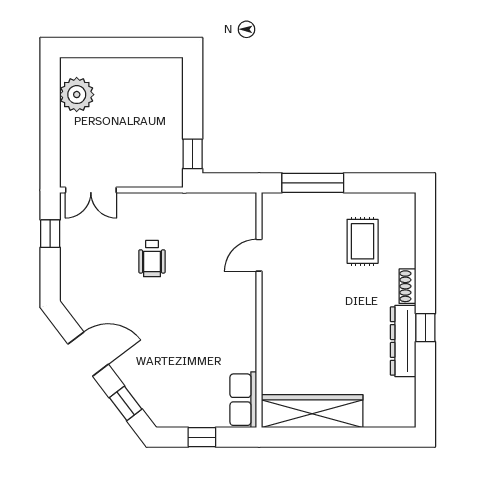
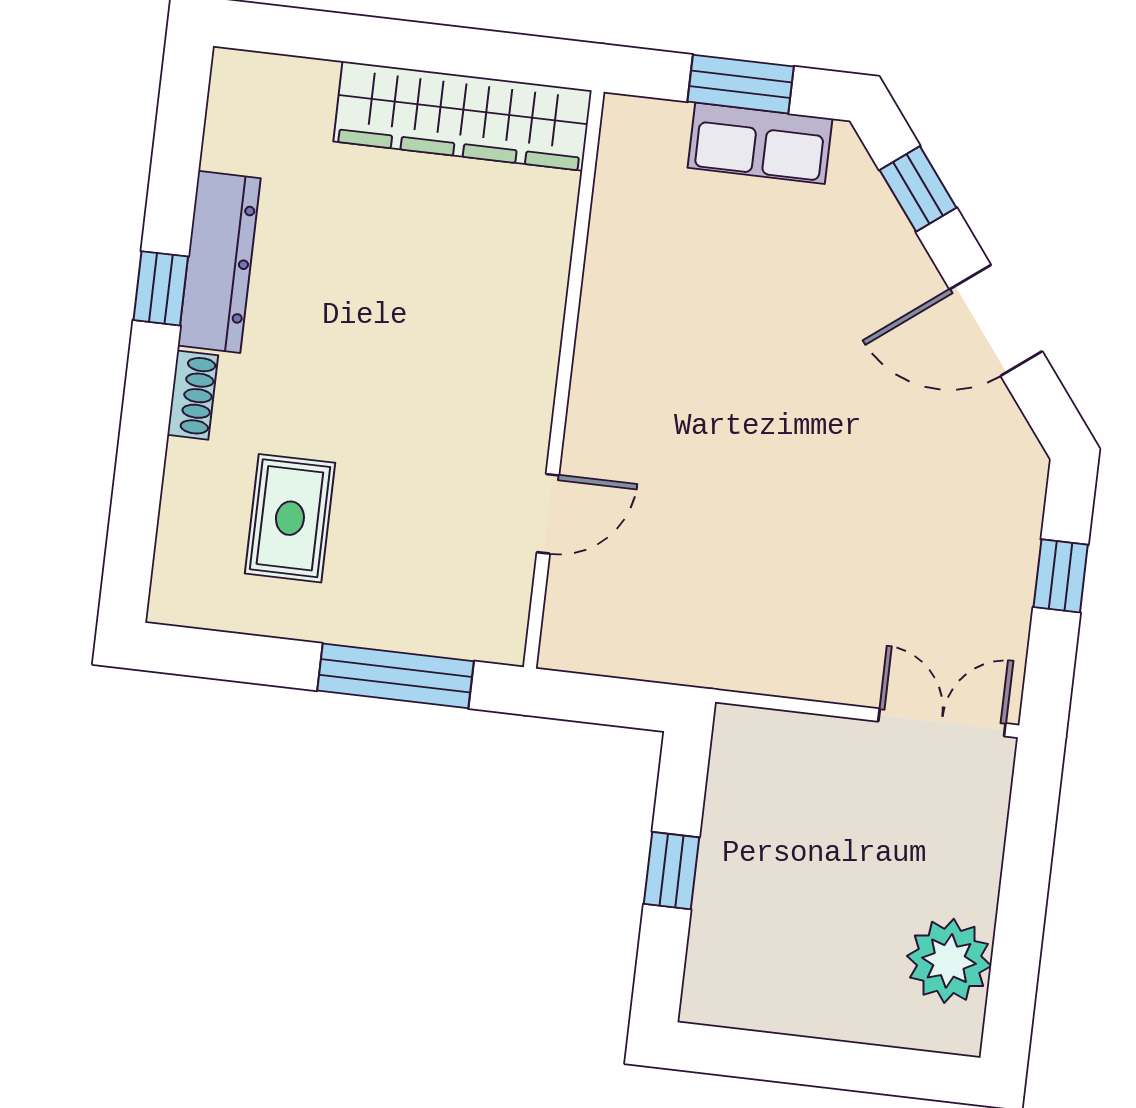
window: (193, 154) -> (671, 871), moved
window: (50, 234) -> (1061, 576), moved
wheelchair: (152, 259) -> (812, 537), removed
row of seats: (243, 400) -> (760, 143), moved, turned 90
window: (202, 437) -> (741, 84), width x1.50

